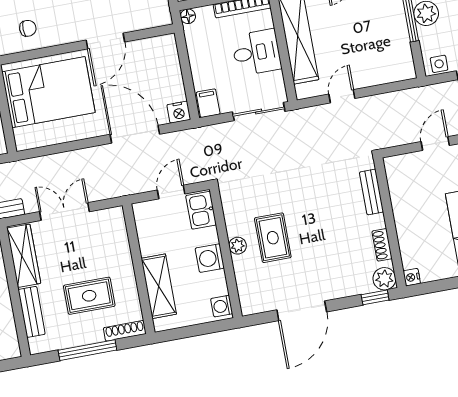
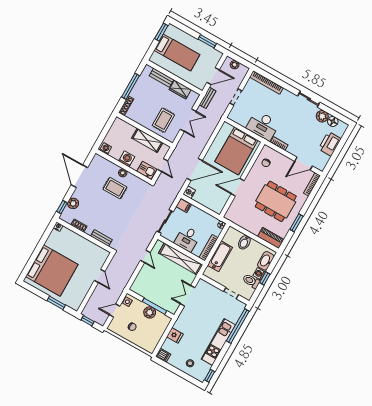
door: (105, 41) -> (238, 187), hinge flipped
wardrobe: (24, 256) -> (180, 90), width x0.67
plant: (384, 279) -> (73, 203), moved
shelving: (159, 286) -> (147, 140), moved
rug: (89, 296) -> (163, 120), moved

